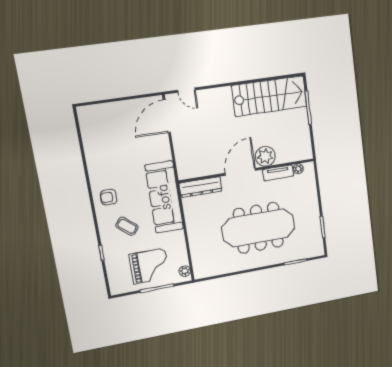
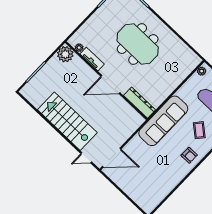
door: (186, 90) -> (86, 158), swing flipped
stairs: (270, 96) -> (67, 121), moved
plant: (265, 156) -> (65, 54), moved
meeting table: (258, 228) -> (138, 44), width x0.73

